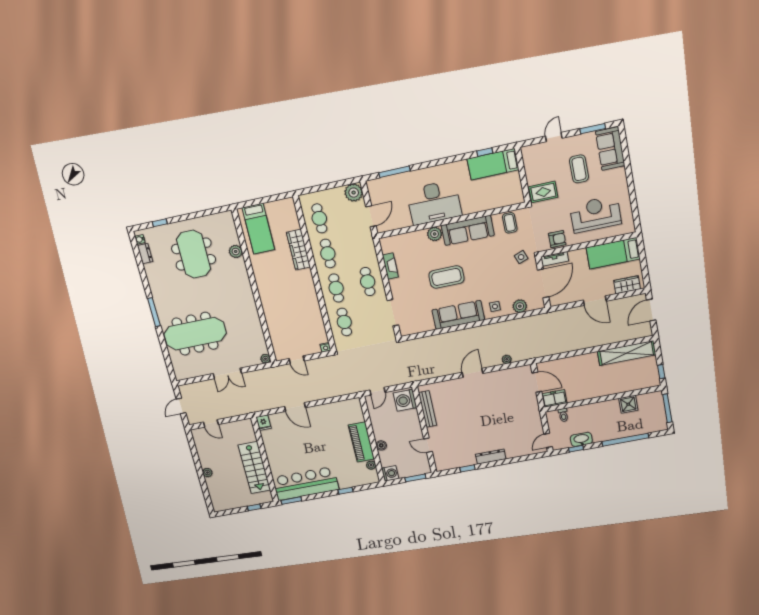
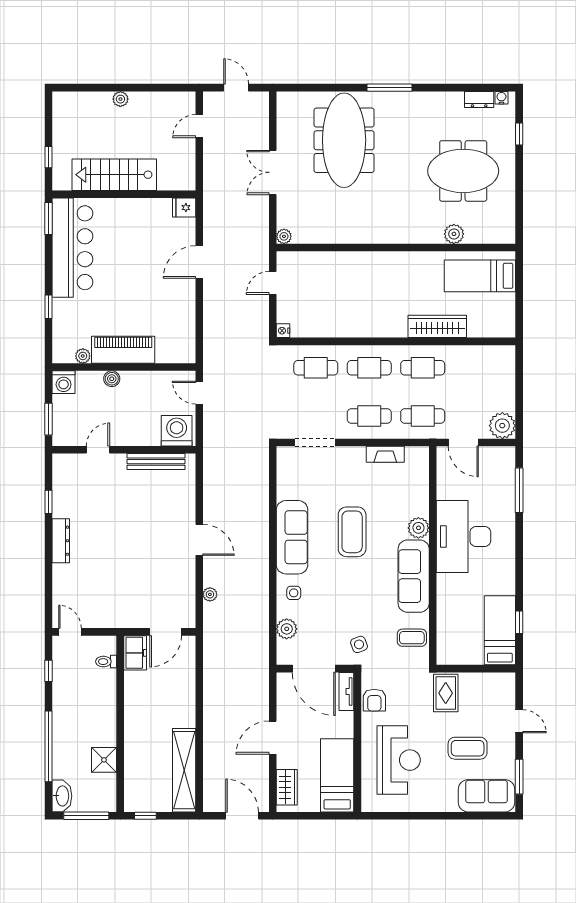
cafe table: (319, 218) -> (423, 416), moved
washbasin: (581, 439) -> (62, 796), moved

